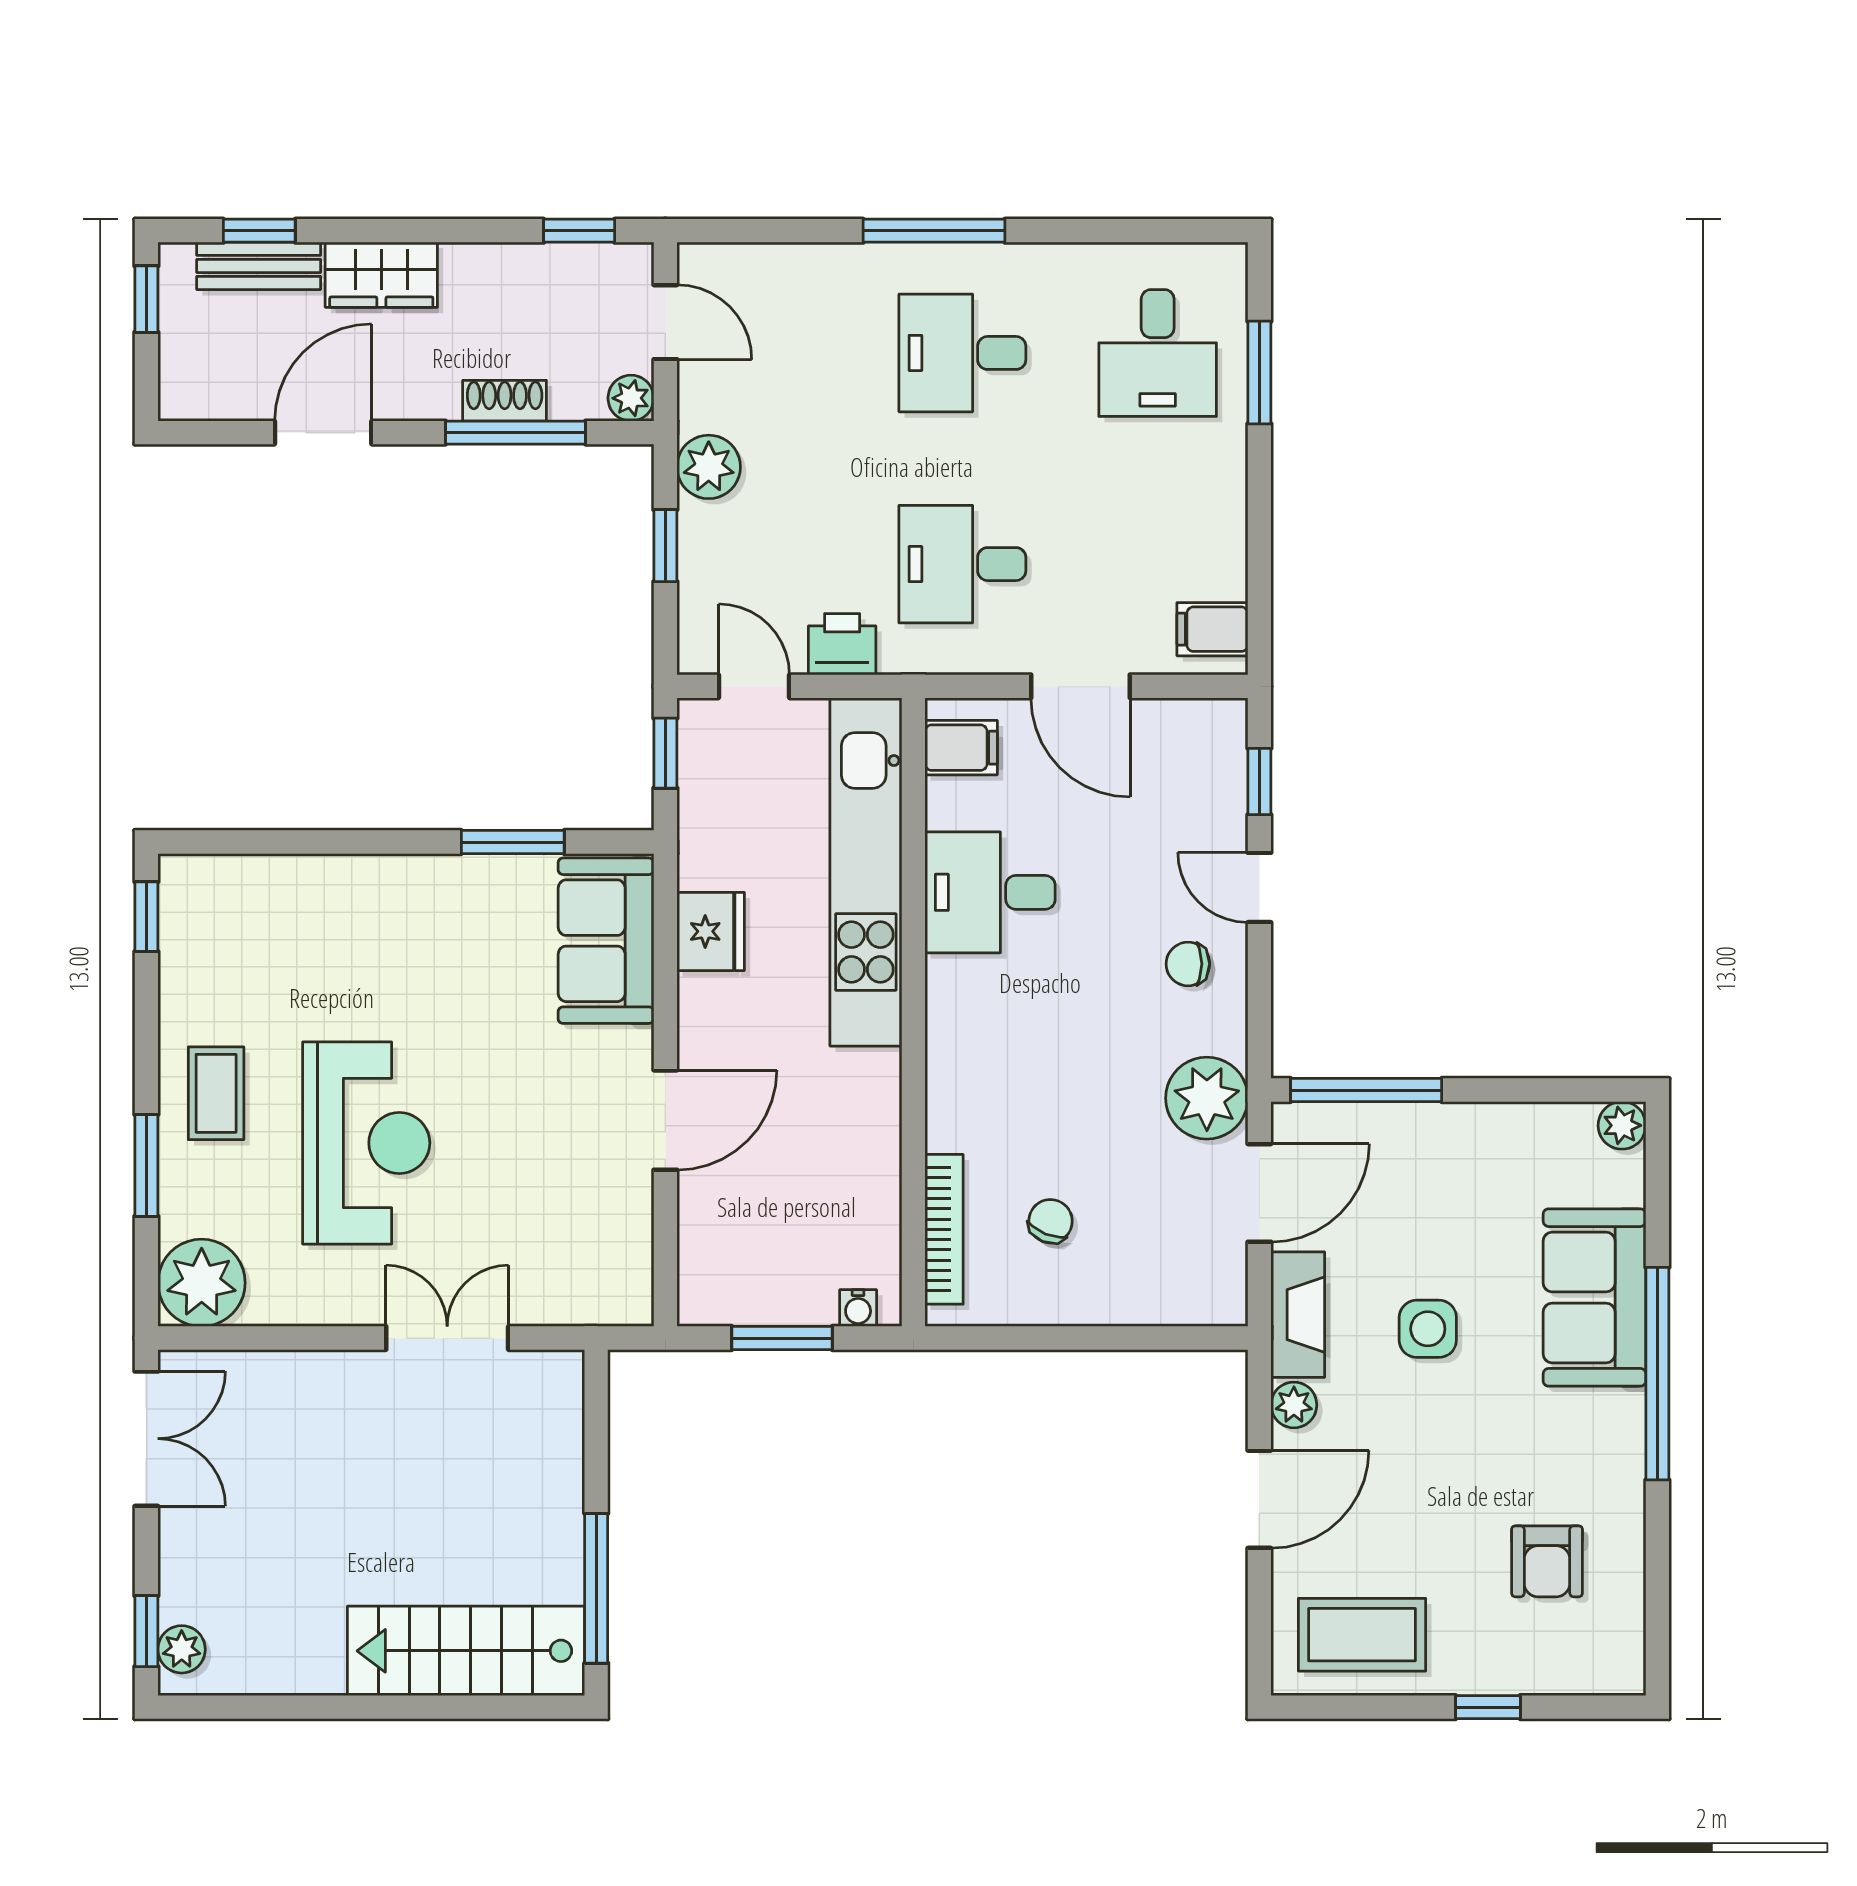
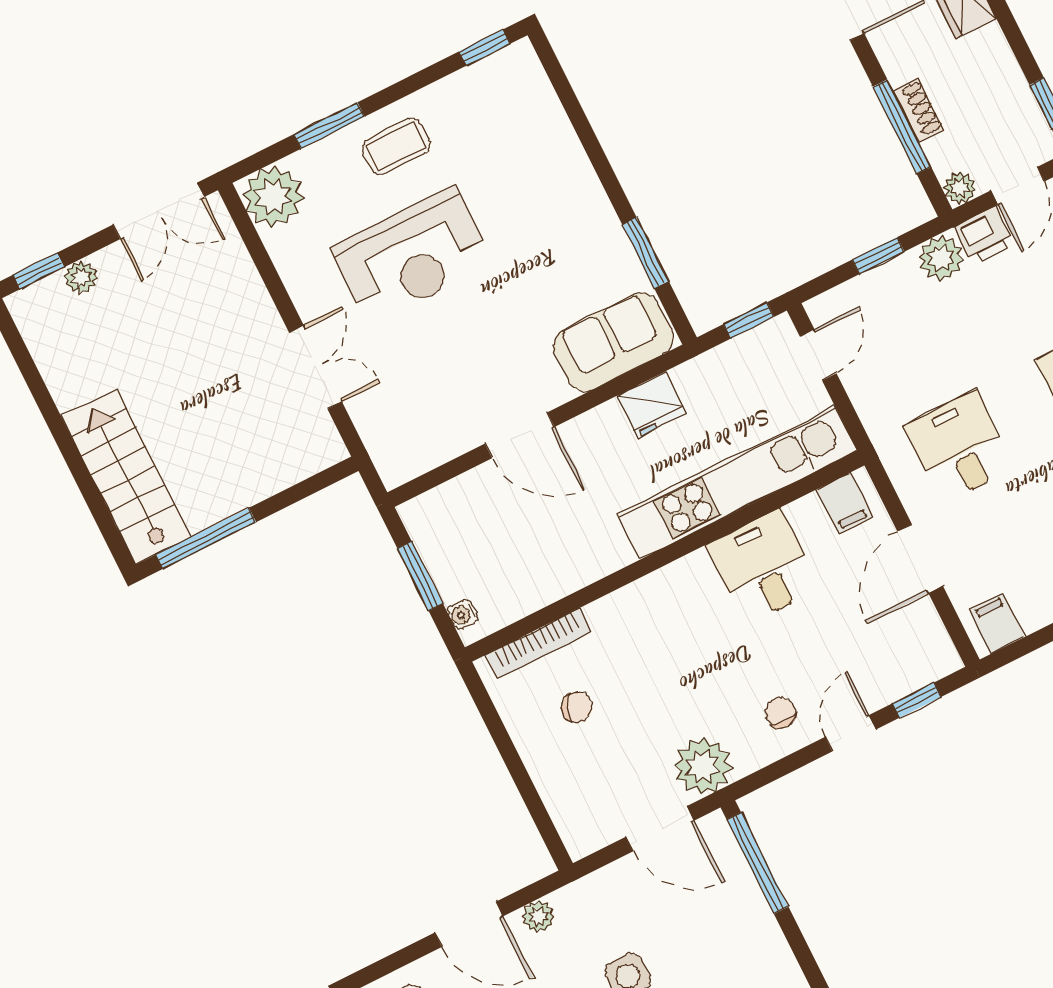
printer: (842, 644) -> (984, 235), moved, turned 90
fireplace: (1298, 1315) -> (596, 891), removed
plant: (182, 1649) -> (81, 277), moved

